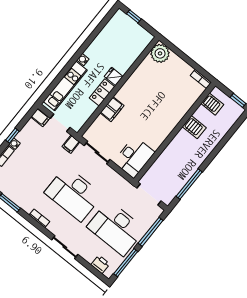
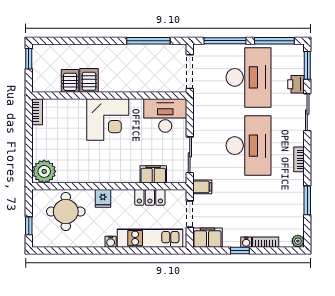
round table: (124, 47) -> (66, 212), added
locker: (102, 92) -> (150, 197), moved
server rack: (212, 104) -> (70, 81), moved
filing cabinet: (112, 109) -> (153, 174), moved
filing cabinet: (40, 117) -> (208, 238), width x2.00
corner desk: (160, 119) -> (108, 120), added
printer: (100, 264) -> (296, 84), moved
window: (94, 271) -> (307, 65), added

